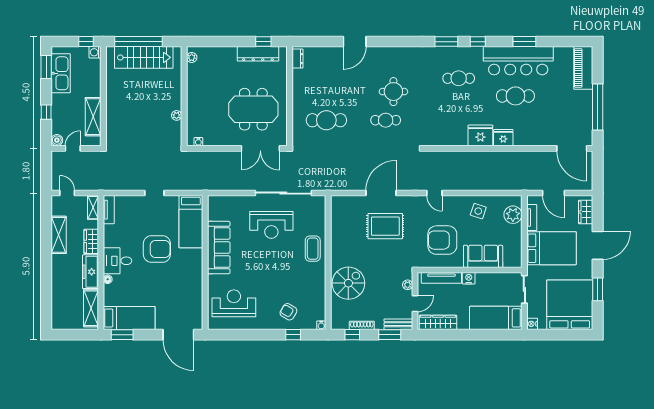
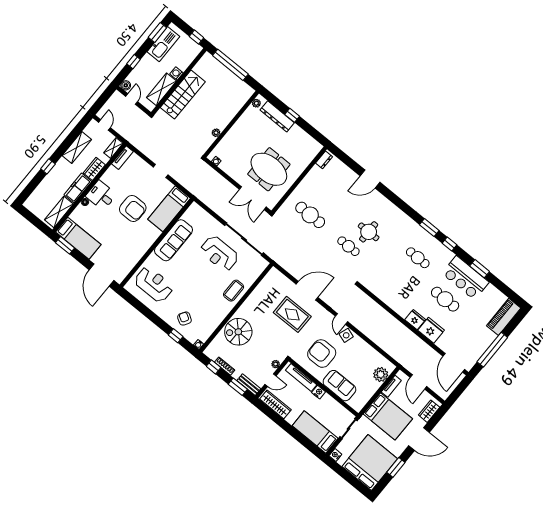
window: (263, 42) -> (292, 115), moved
washing machine: (95, 52) -> (177, 73), moved
dresser: (258, 54) -> (277, 116), moved
stairs: (144, 57) -> (183, 95), moved, turned -90
bar counter: (518, 61) -> (465, 278), width x0.73
fridge: (480, 135) -> (431, 330), moved
door: (73, 148) -> (132, 99), hinge flipped
side table: (478, 211) -> (346, 335), moved
window: (46, 274) -> (48, 166), added
spiral stairs: (348, 283) -> (238, 332), turned 180

